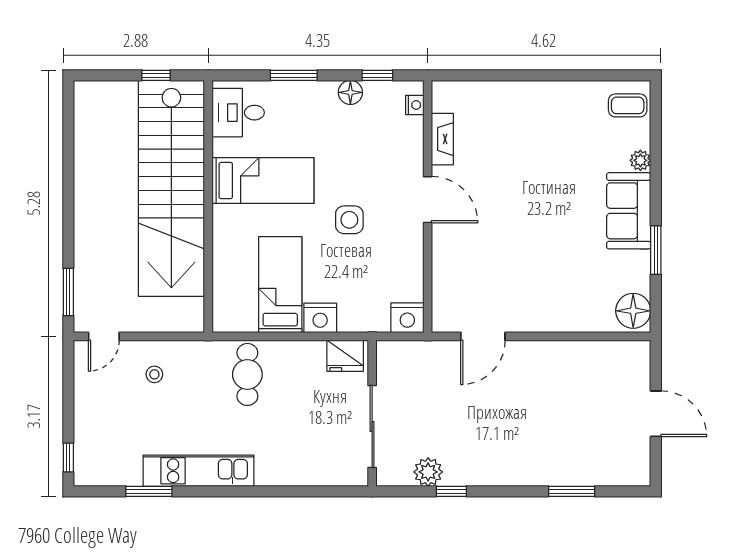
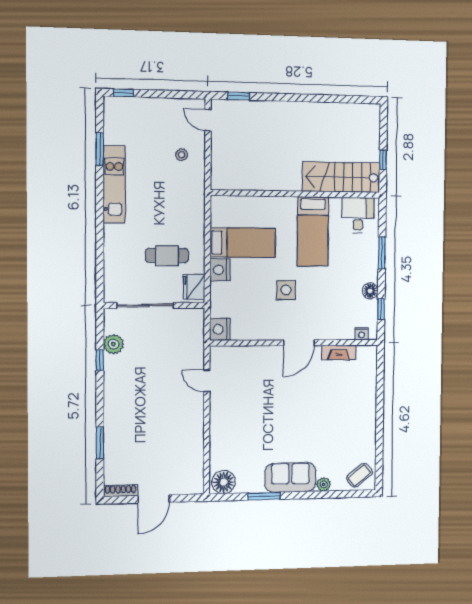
coffee table: (628, 105) -> (359, 475), turned 52
stairs: (171, 188) -> (341, 177), width x0.54, depth x0.66
window: (68, 292) -> (239, 96), width x0.67
door: (483, 336) -> (207, 381), width x0.73
cafe table: (247, 374) -> (167, 256), moved
shoe rack: (642, 462) -> (121, 491), added

